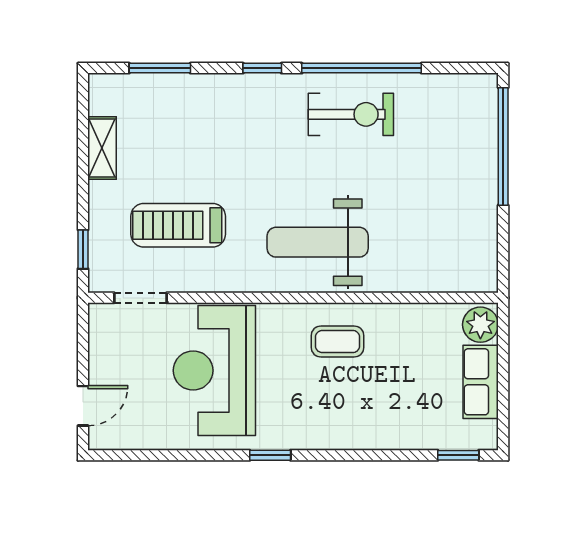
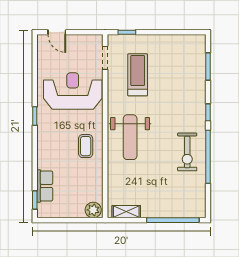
shelving: (102, 148) -> (126, 212), moved
weight bench: (318, 242) -> (130, 137), turned 180
row of seats: (481, 382) -> (45, 186), moved, turned 90

